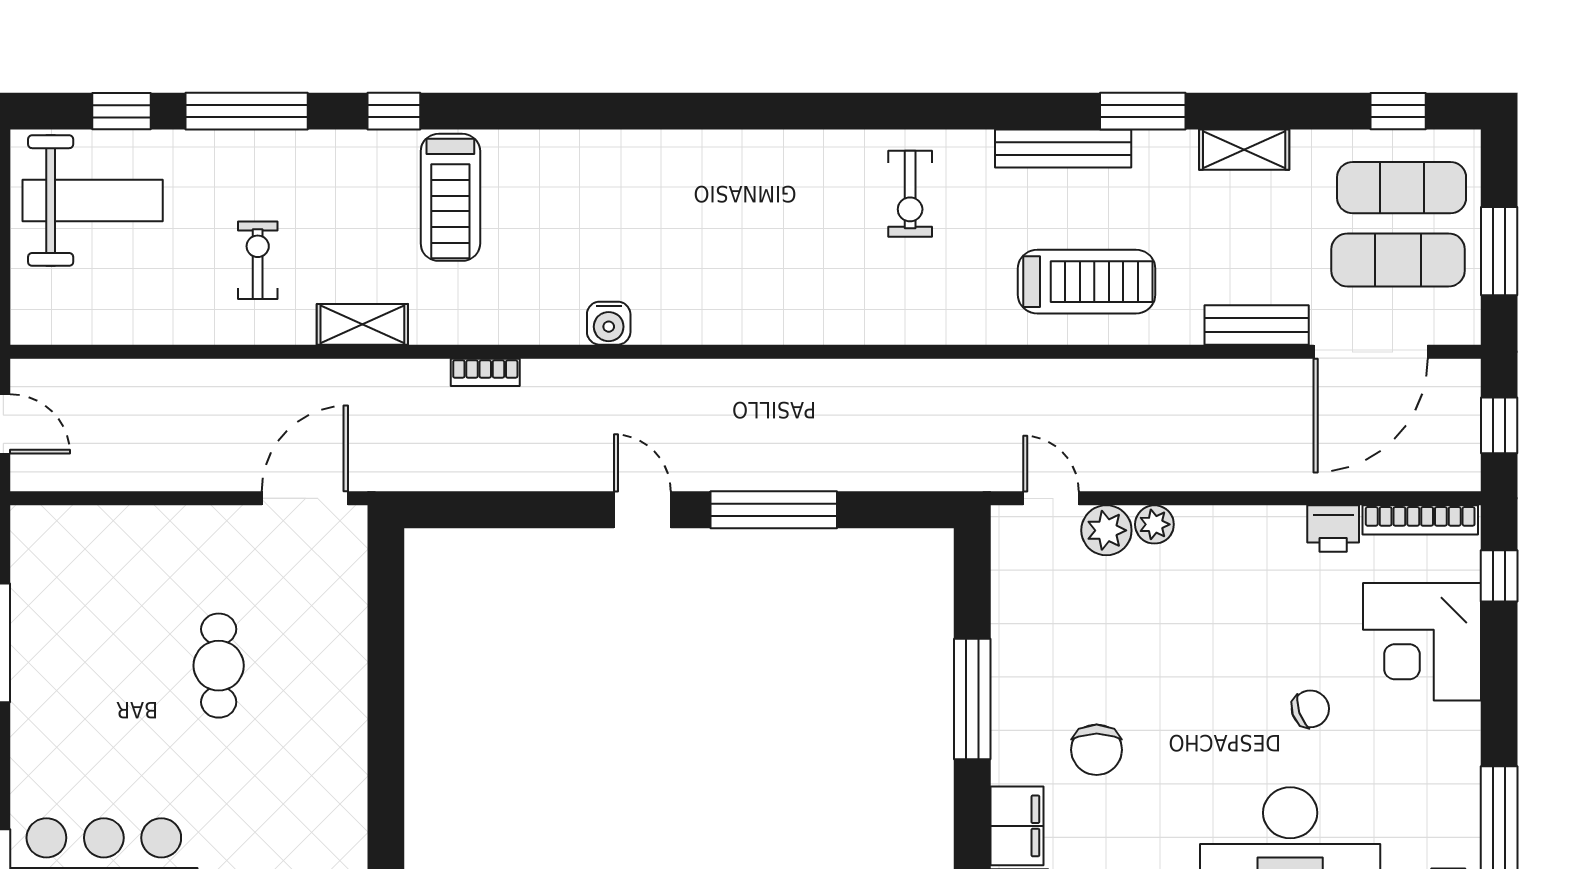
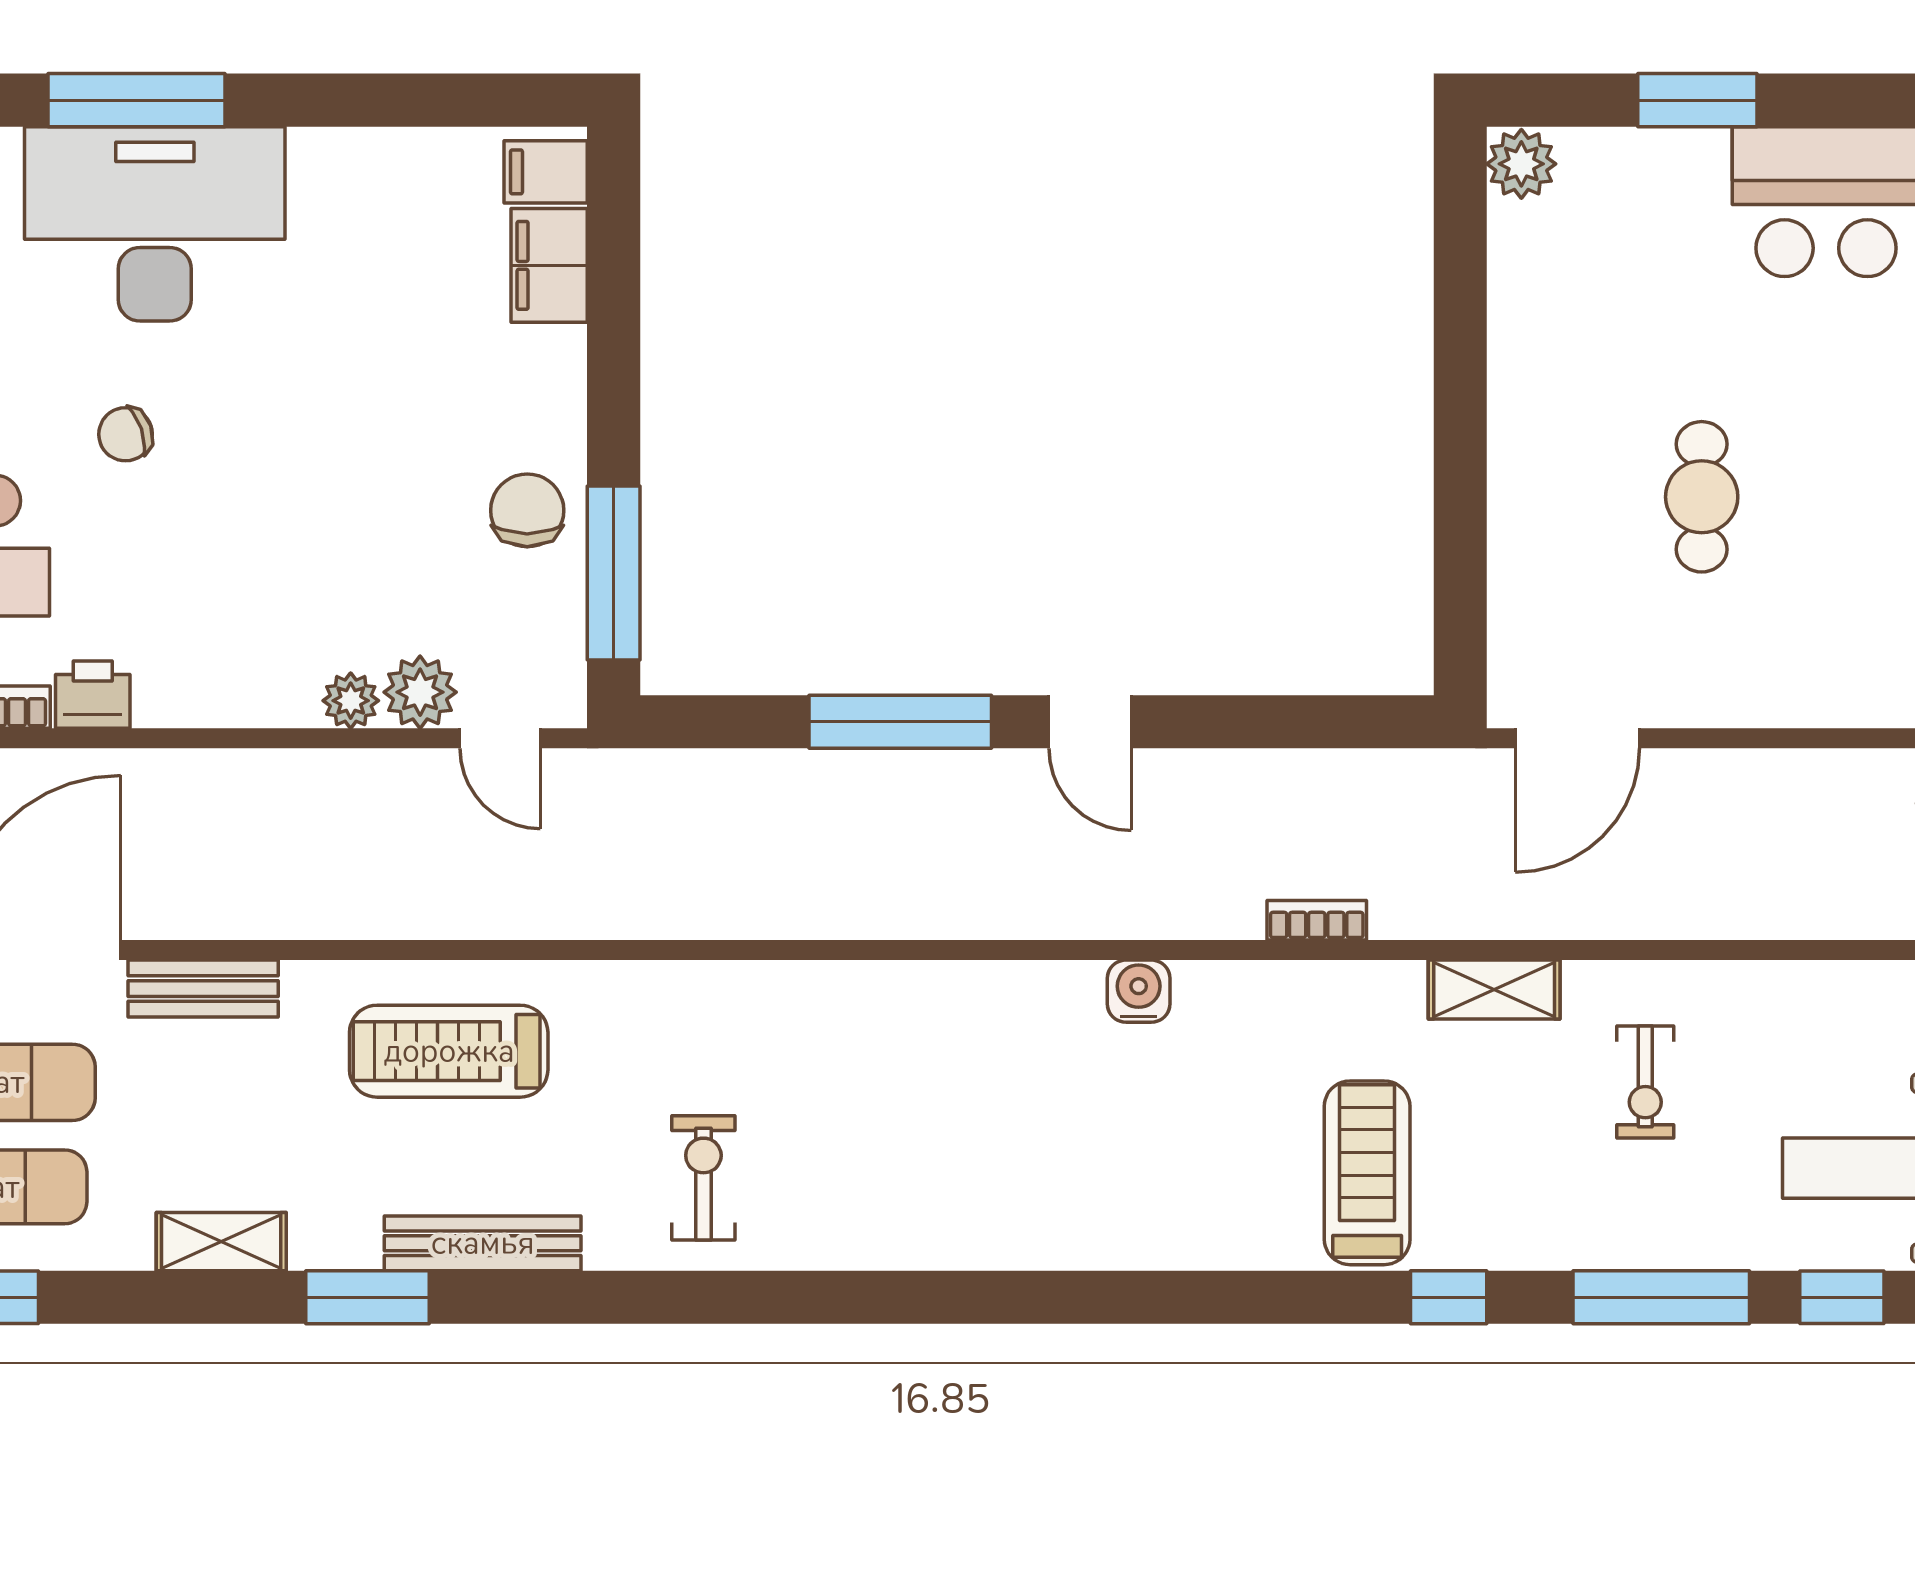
window: (972, 699) -> (614, 573), moved
chair: (1097, 750) -> (527, 510), moved

